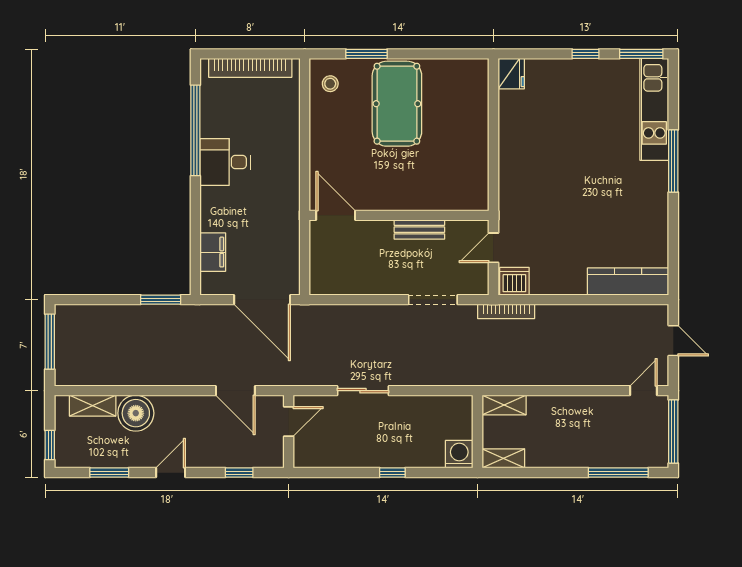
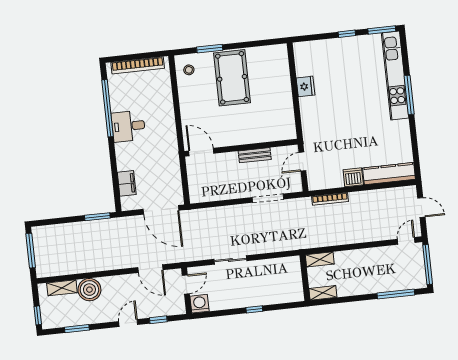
fridge: (511, 74) -> (305, 86), moved
kitchen unit: (654, 109) -> (395, 76), width x1.36
dishwasher: (514, 281) -> (353, 177), moved
bookcase: (506, 311) -> (330, 199), moved
washing machine: (459, 454) -> (200, 304), moved
door: (171, 473) -> (128, 323), moved

